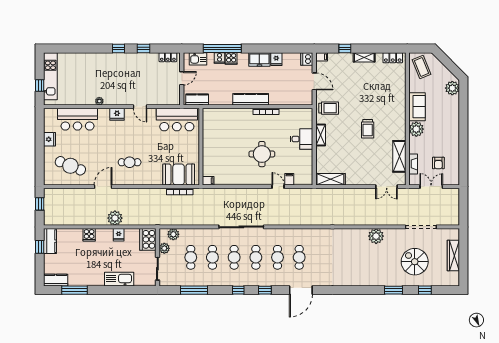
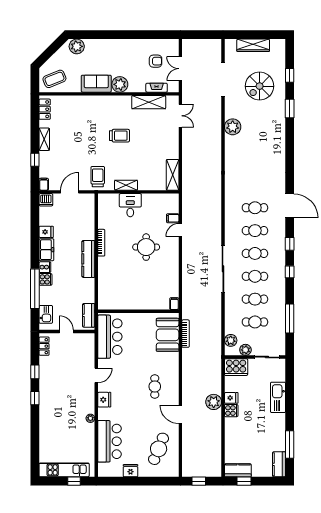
cooker: (219, 58) -> (45, 267), moved
cooker: (89, 235) -> (231, 411), moved

